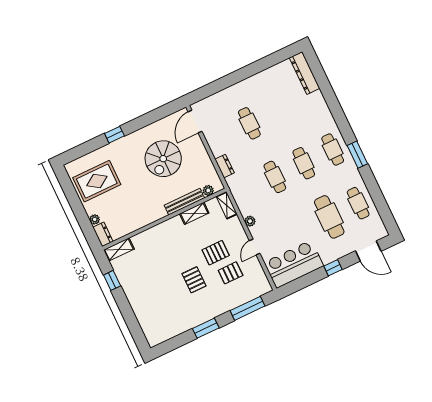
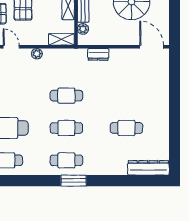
cafe table: (249, 123) -> (126, 128), moved
window: (357, 155) -> (74, 181), moved

